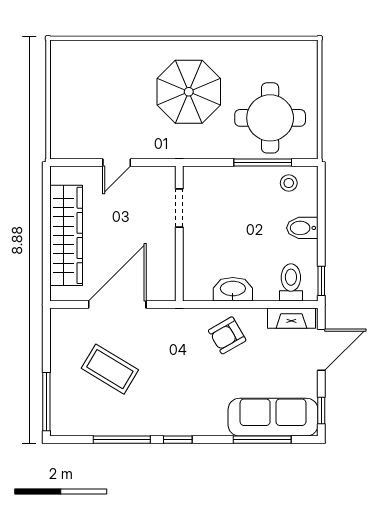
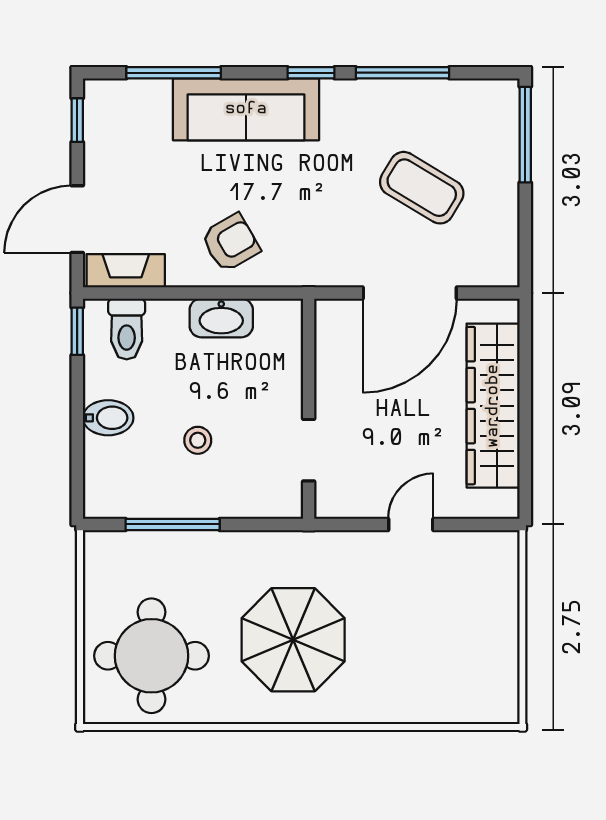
round table: (270, 118) -> (151, 656), moved
stool: (289, 183) -> (198, 440), moved
sofa: (273, 417) -> (246, 109), moved

